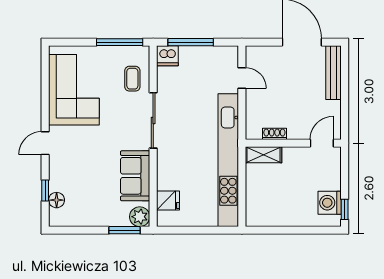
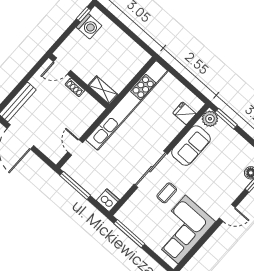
window: (191, 42) -> (75, 185), moved
coffee table: (132, 79) -> (167, 193), moved
shoe rack: (274, 134) -> (75, 87), moved

